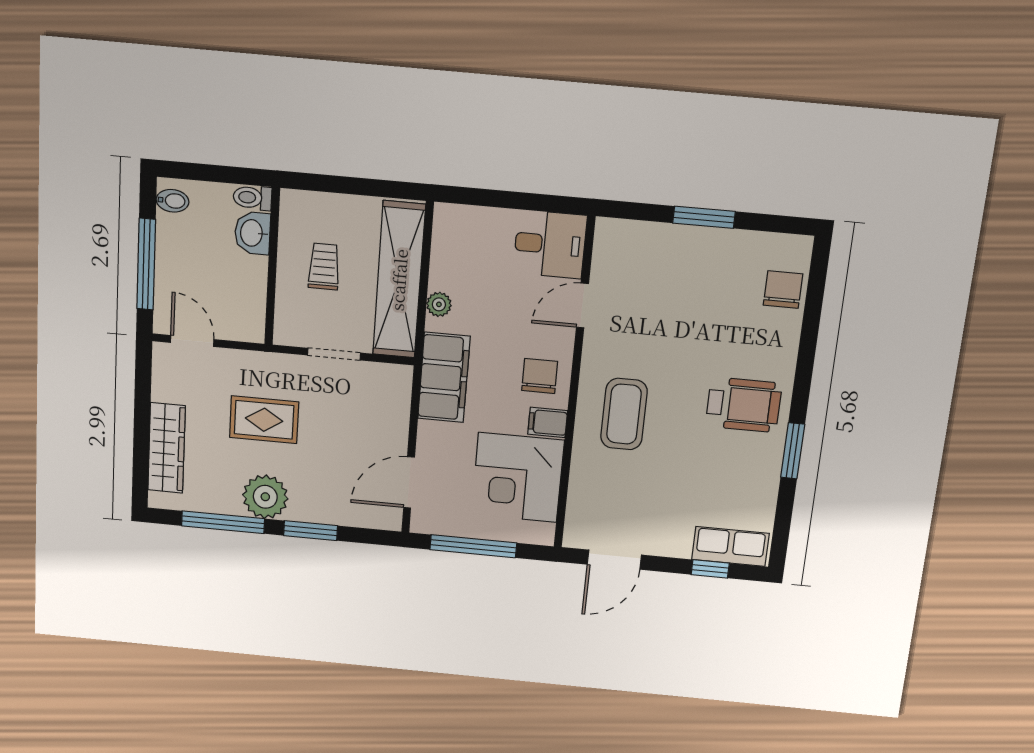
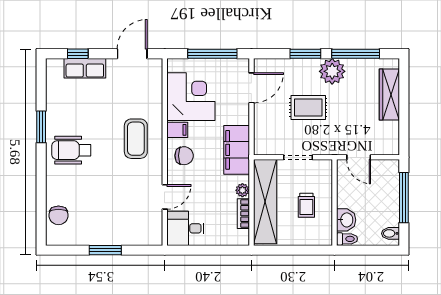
bookcase: (441, 262) -> (243, 214), added
door: (192, 341) -> (359, 157), moved
chair: (540, 376) -> (184, 156), turned -90
rug: (264, 420) -> (308, 107), moved
row of seats: (730, 546) -> (85, 68), moved

